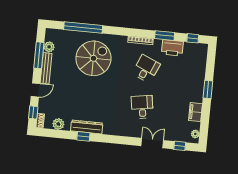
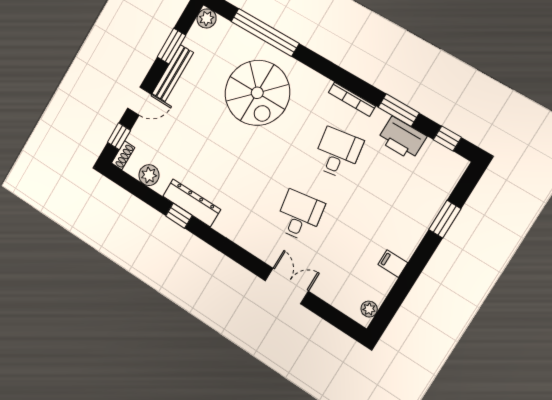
plant: (49, 47) -> (207, 18), moved
window: (39, 55) -> (171, 46), width x0.69
spiral stairs: (93, 58) -> (257, 93), turned 90
desk: (146, 69) -> (338, 153), turned -33
window: (208, 89) -> (445, 219), moved
filing cabinet: (195, 112) -> (393, 264), width x0.50
window: (180, 146) -> (332, 315), removed

